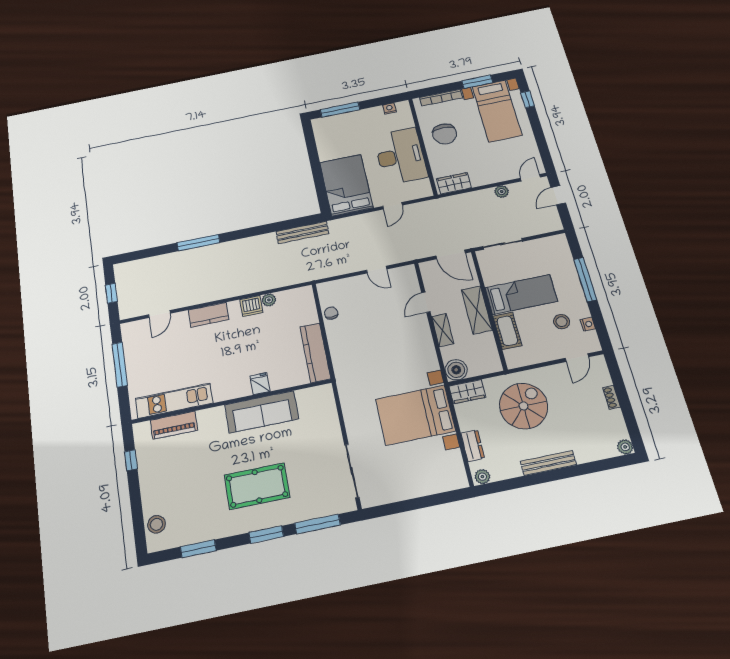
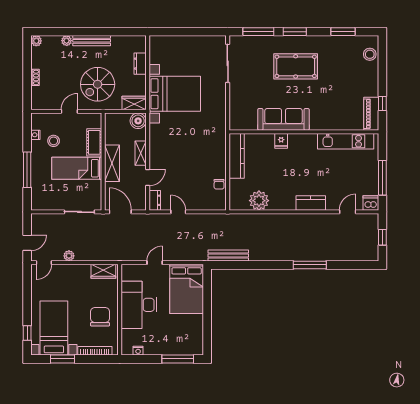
dresser: (410, 277) -> (155, 200), added
plant: (269, 300) -> (259, 201), width x1.87, depth x1.87
dishwasher: (251, 306) -> (371, 203), moved
door: (577, 358) -> (69, 111), moved
piano: (174, 425) -> (371, 114), moved, turned -90
plant: (482, 477) -> (67, 41), moved

